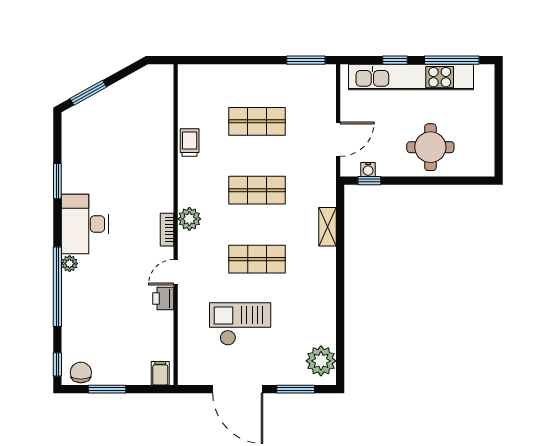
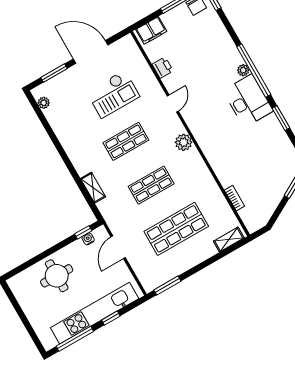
shelving: (202, 73) -> (229, 240), added
shop shelf: (257, 121) -> (176, 229), width x1.43, depth x1.36
trolley: (190, 142) -> (211, 191), removed
bookcase: (167, 230) -> (234, 198), moved
window: (57, 287) -> (254, 70), moved
printer: (163, 298) -> (163, 68), moved
plant: (321, 361) -> (44, 103), width x0.53, depth x0.53
filing cabinet: (160, 373) -> (151, 30), width x2.00

